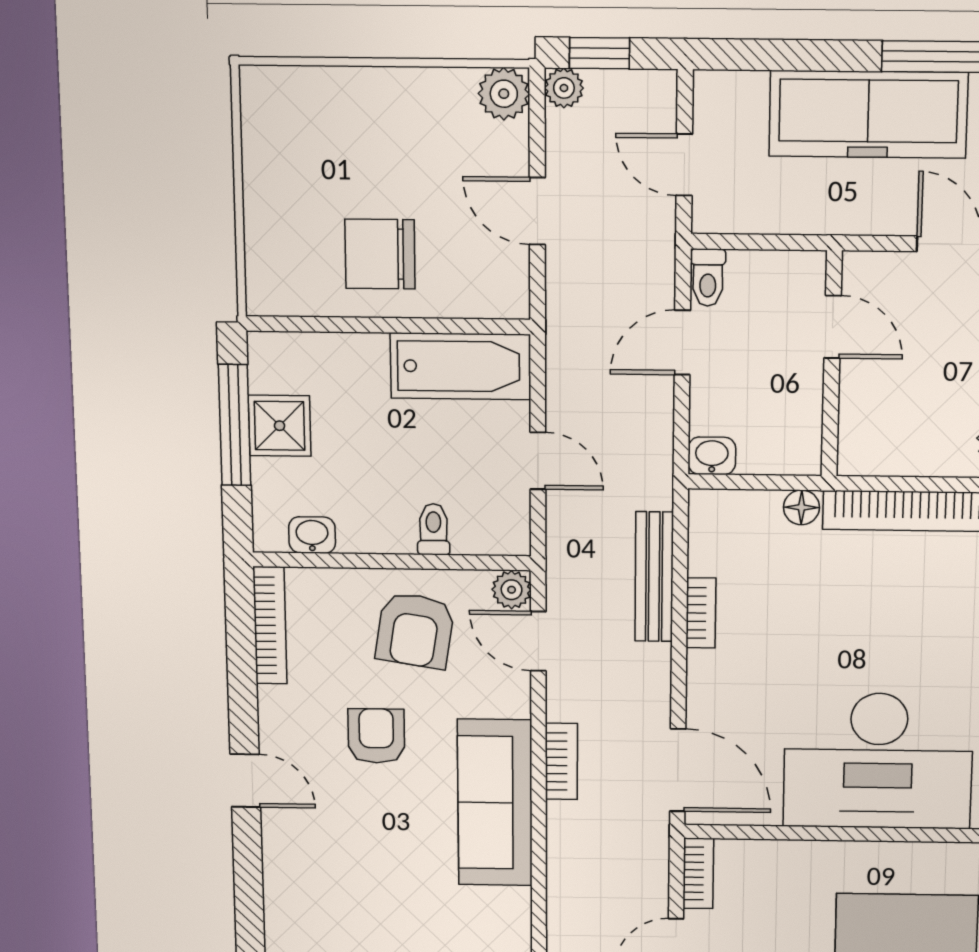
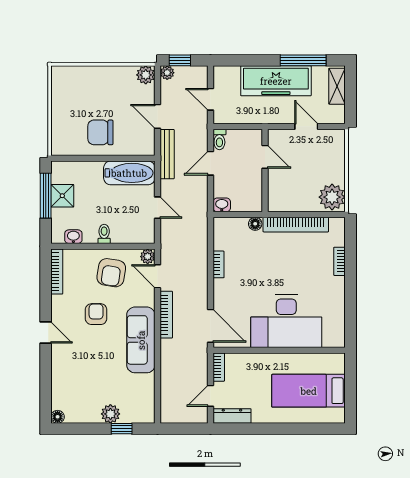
toilet: (433, 529) -> (104, 234), moved
bench: (654, 577) -> (167, 154), moved
bookcase: (561, 761) -> (166, 315), width x1.56

